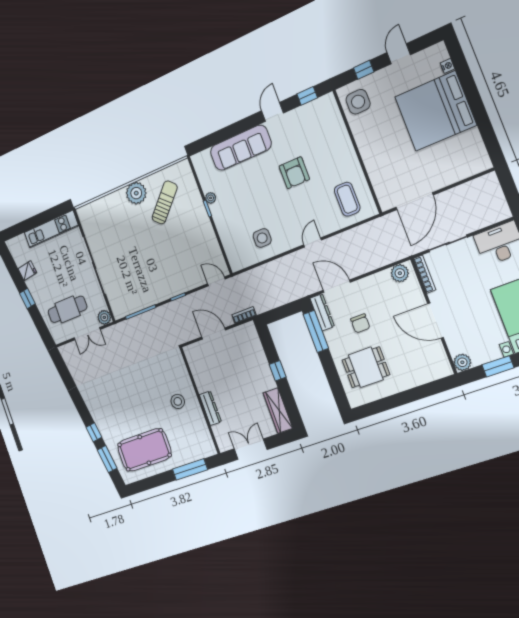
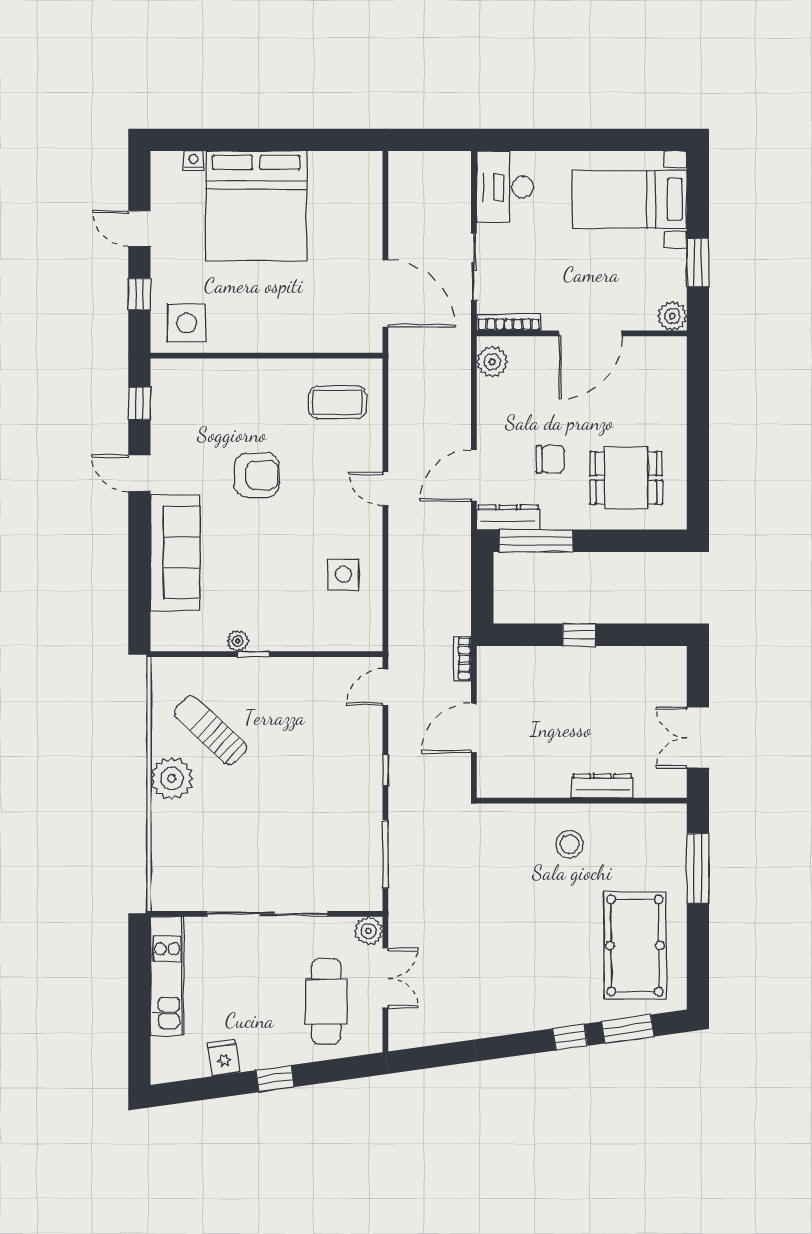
dining table: (366, 367) -> (626, 478), turned 90
wardrobe: (278, 410) -> (647, 661), removed

